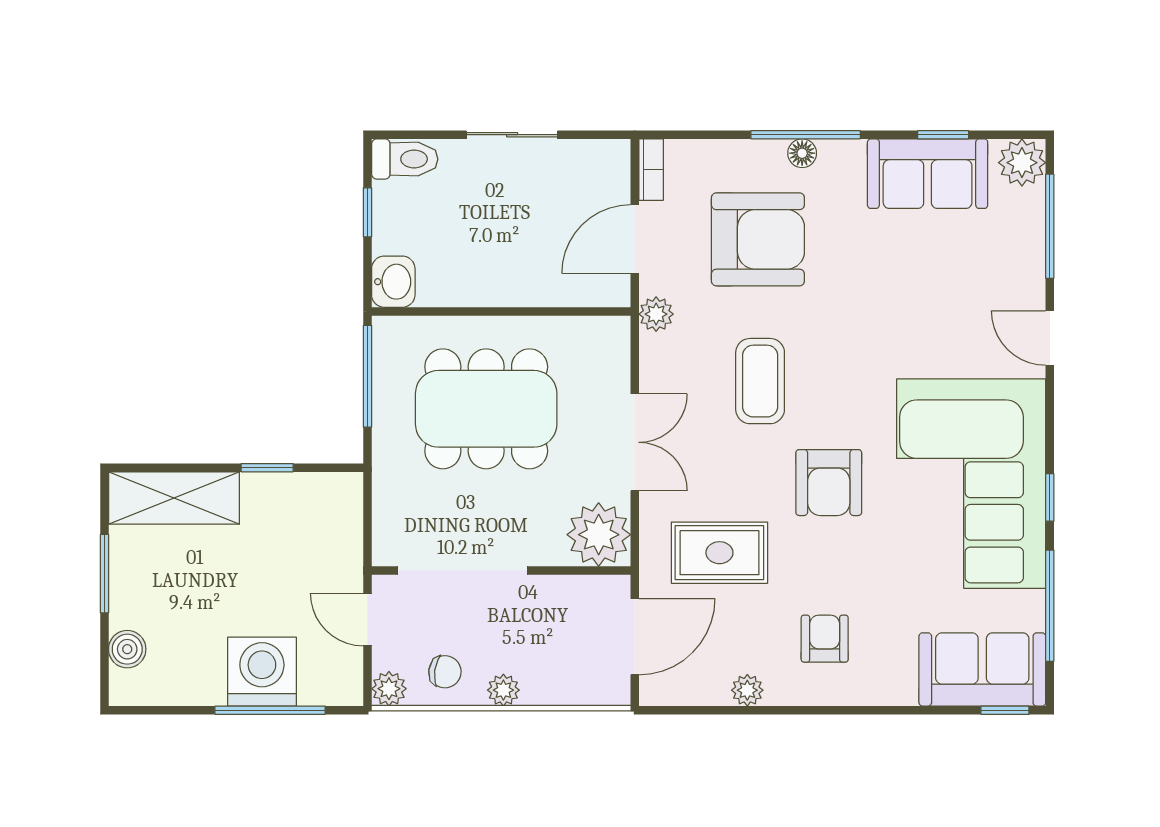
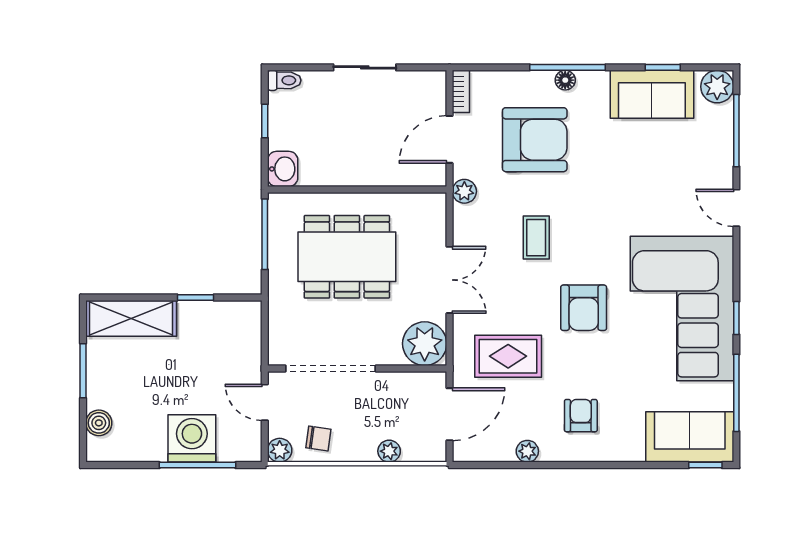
toilet: (405, 159) -> (284, 80), width x0.73, depth x0.72
coffee table: (760, 381) -> (536, 238), width x0.73, depth x0.77
plant: (503, 690) -> (389, 451), moved

